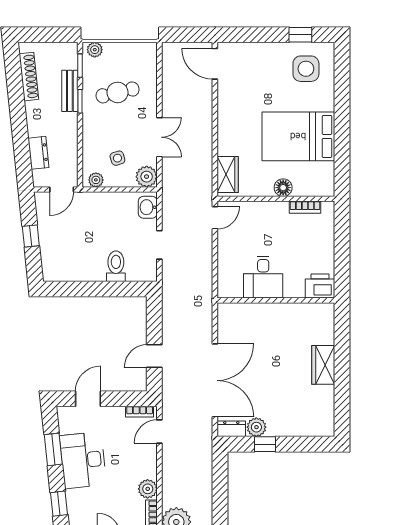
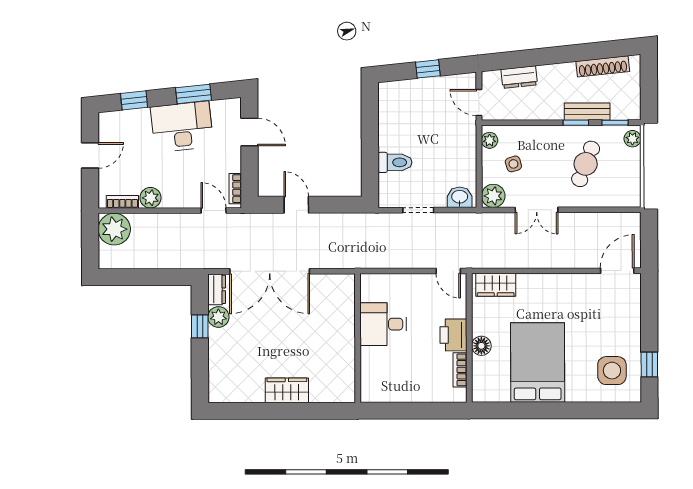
cafe table: (118, 92) -> (586, 164), turned 34
printer: (320, 286) -> (453, 335), moved, turned 180

